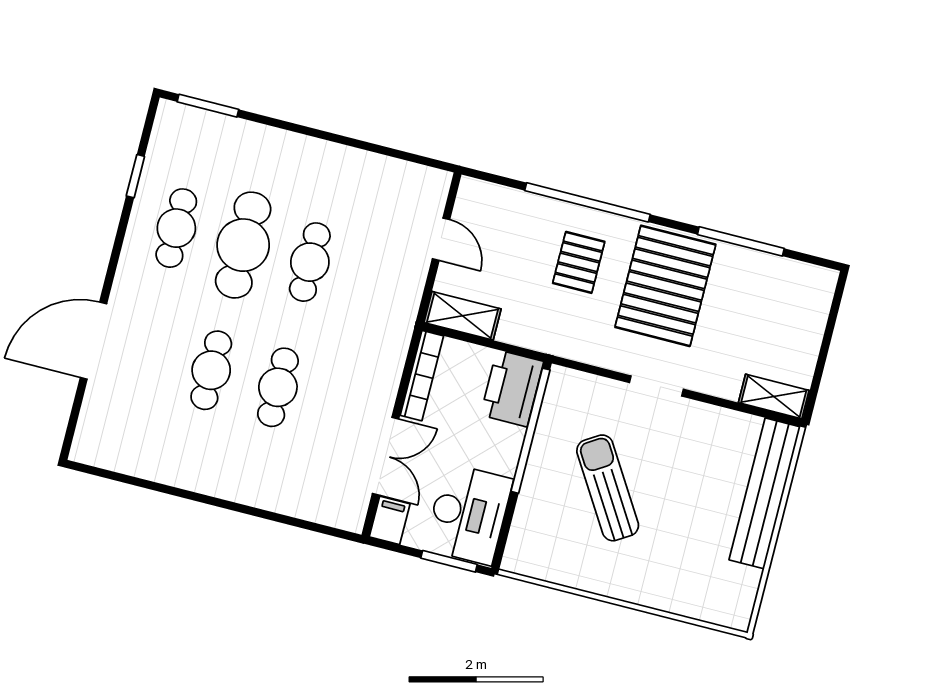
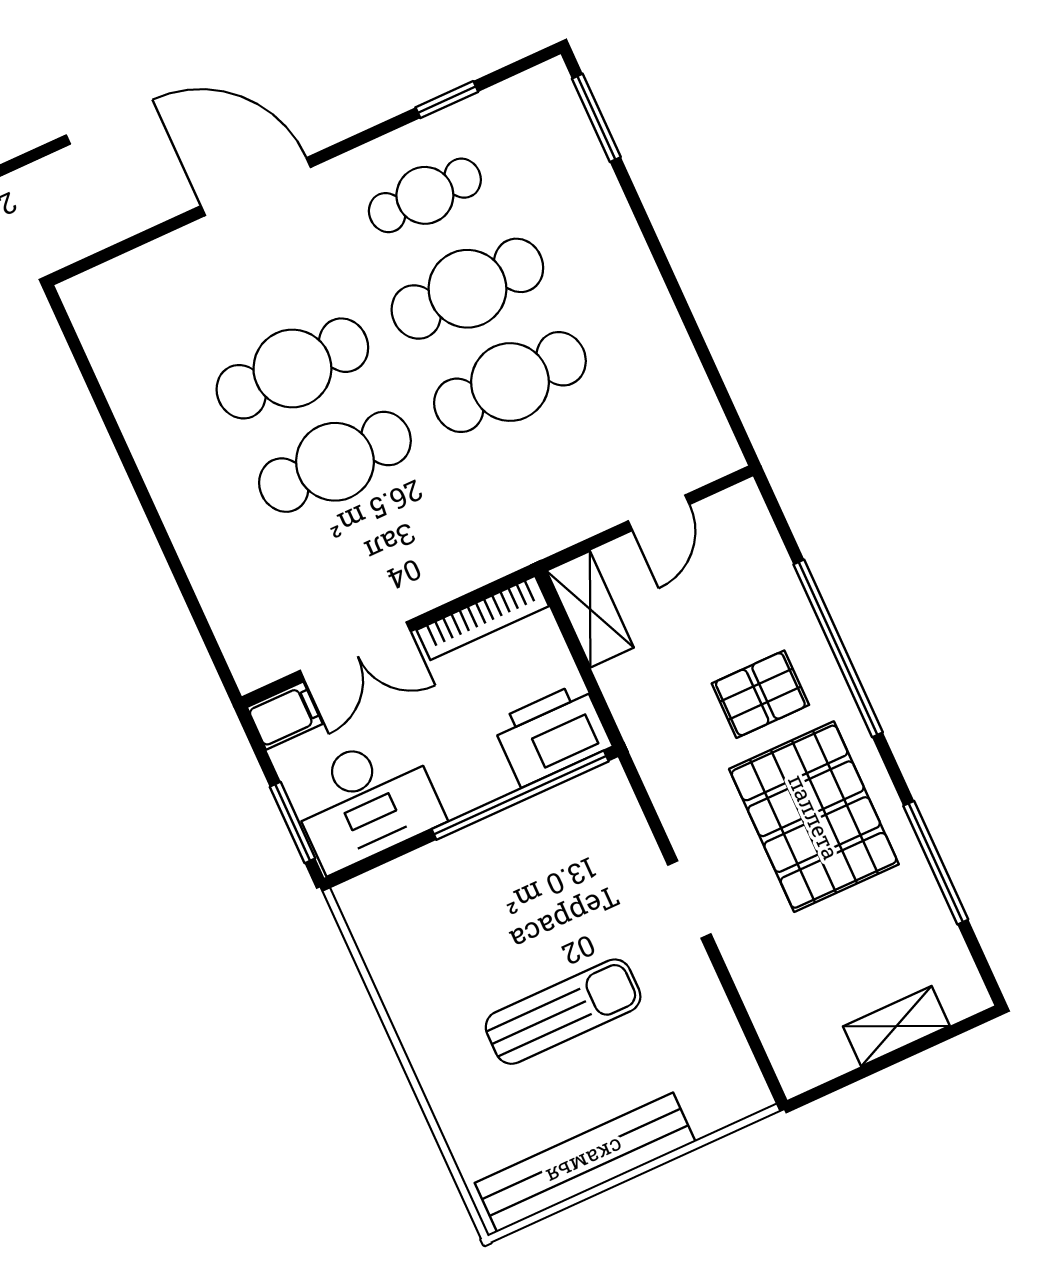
cafe table: (310, 262) -> (510, 382), width x1.37, depth x1.35
pallet: (665, 286) -> (814, 817), turned 90
door: (93, 341) -> (256, 187), moved
cafe table: (211, 370) -> (292, 368), width x1.37, depth x1.35
cafe table: (278, 387) -> (335, 462), width x1.37, depth x1.35
shelving: (774, 396) -> (896, 1026), moved, turned 90
sun lounger: (608, 488) -> (563, 1012), moved, turned 32
bench: (765, 493) -> (585, 1162), moved

